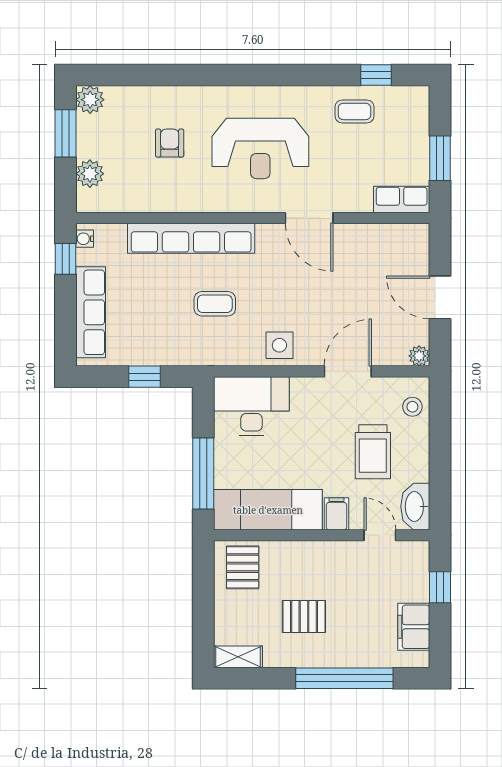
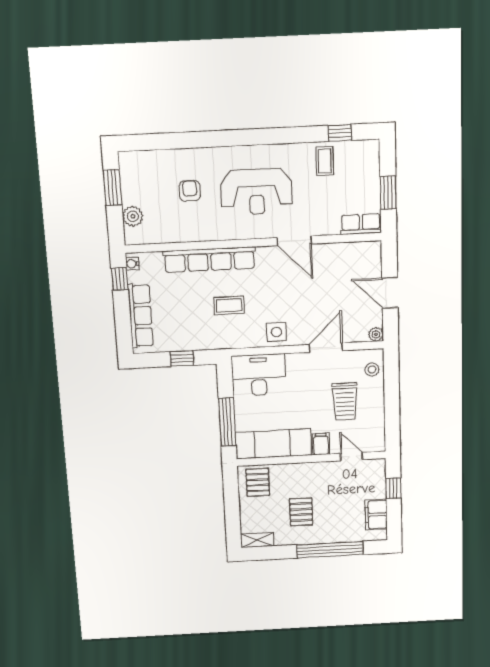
plant: (90, 100) -> (129, 161), removed
coffee table: (354, 111) -> (325, 161), turned 90
washbasin: (415, 507) -> (375, 436), removed
pallet: (304, 617) -> (301, 512), turned 90

